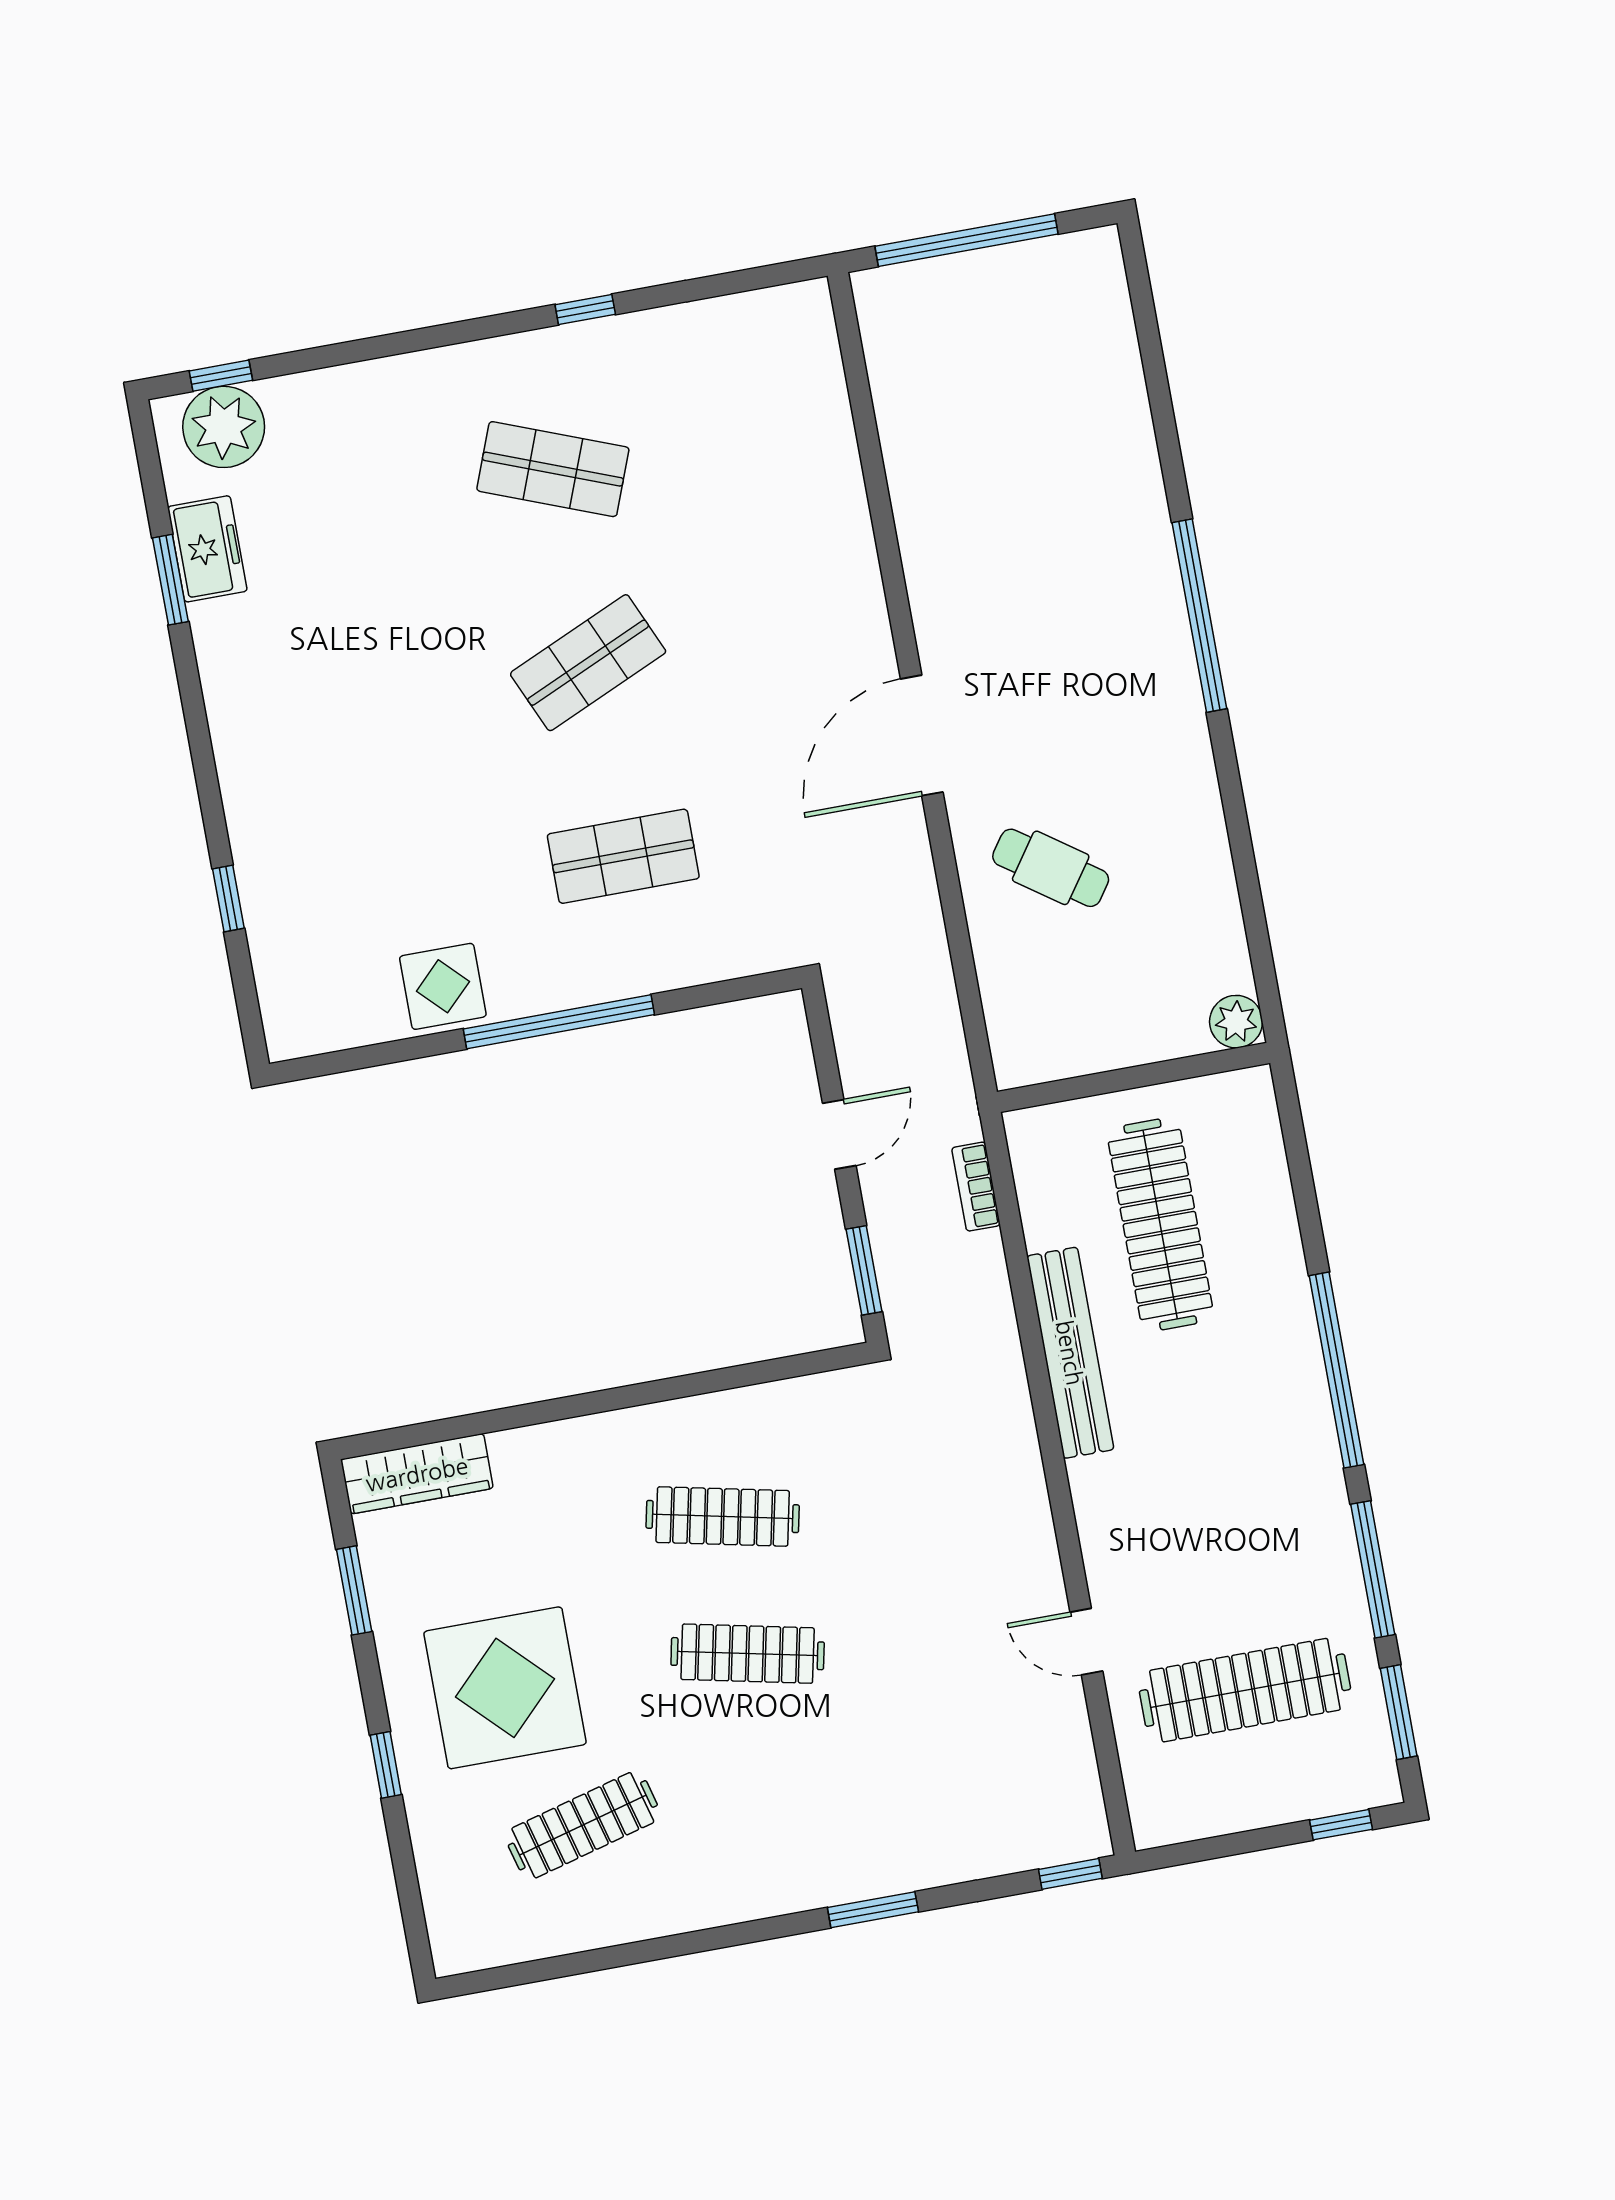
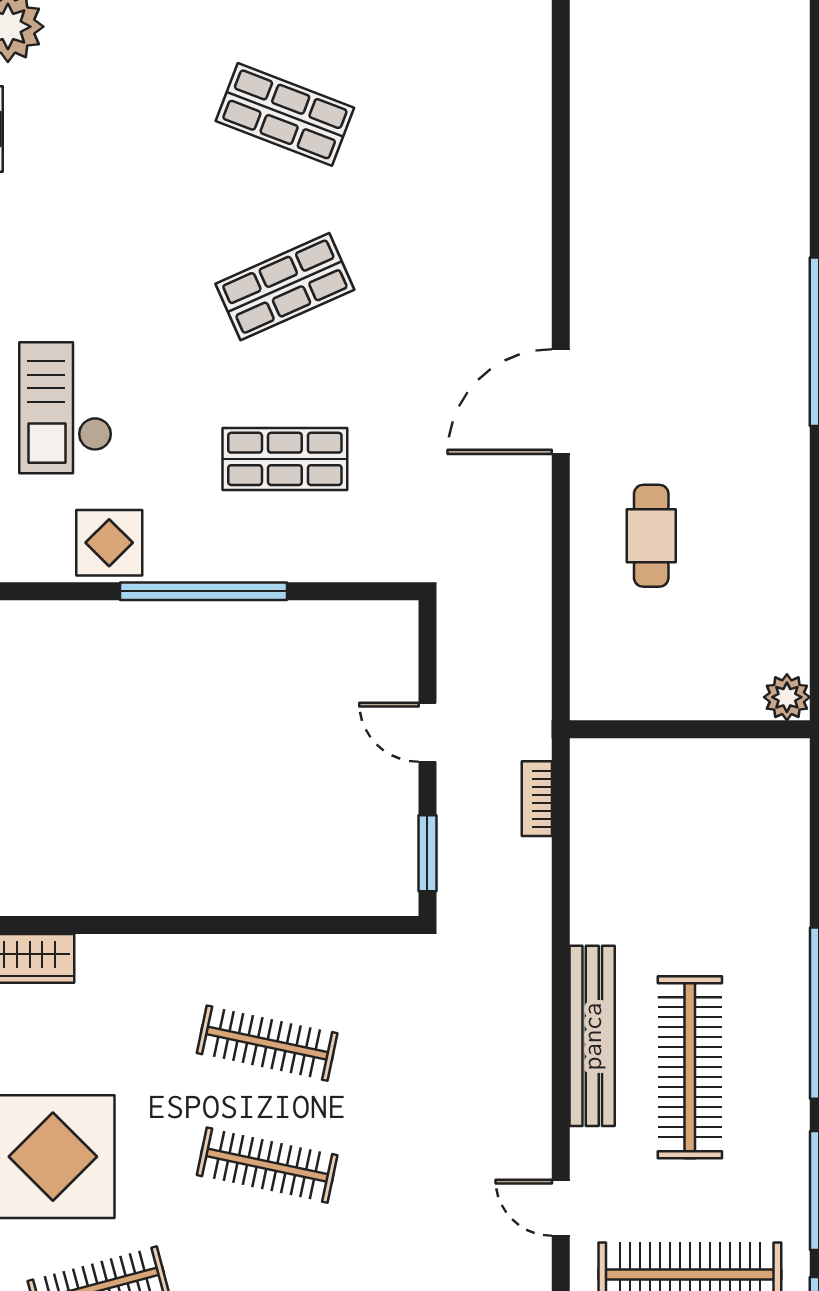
checkout: (366, 844) -> (65, 408), added
cafe table: (1051, 868) -> (651, 536), turned 55
door: (839, 1134) -> (427, 732), swing flipped
clothes rail: (1160, 1224) -> (690, 1067), moved
bench: (1070, 1353) -> (592, 1036), moved

